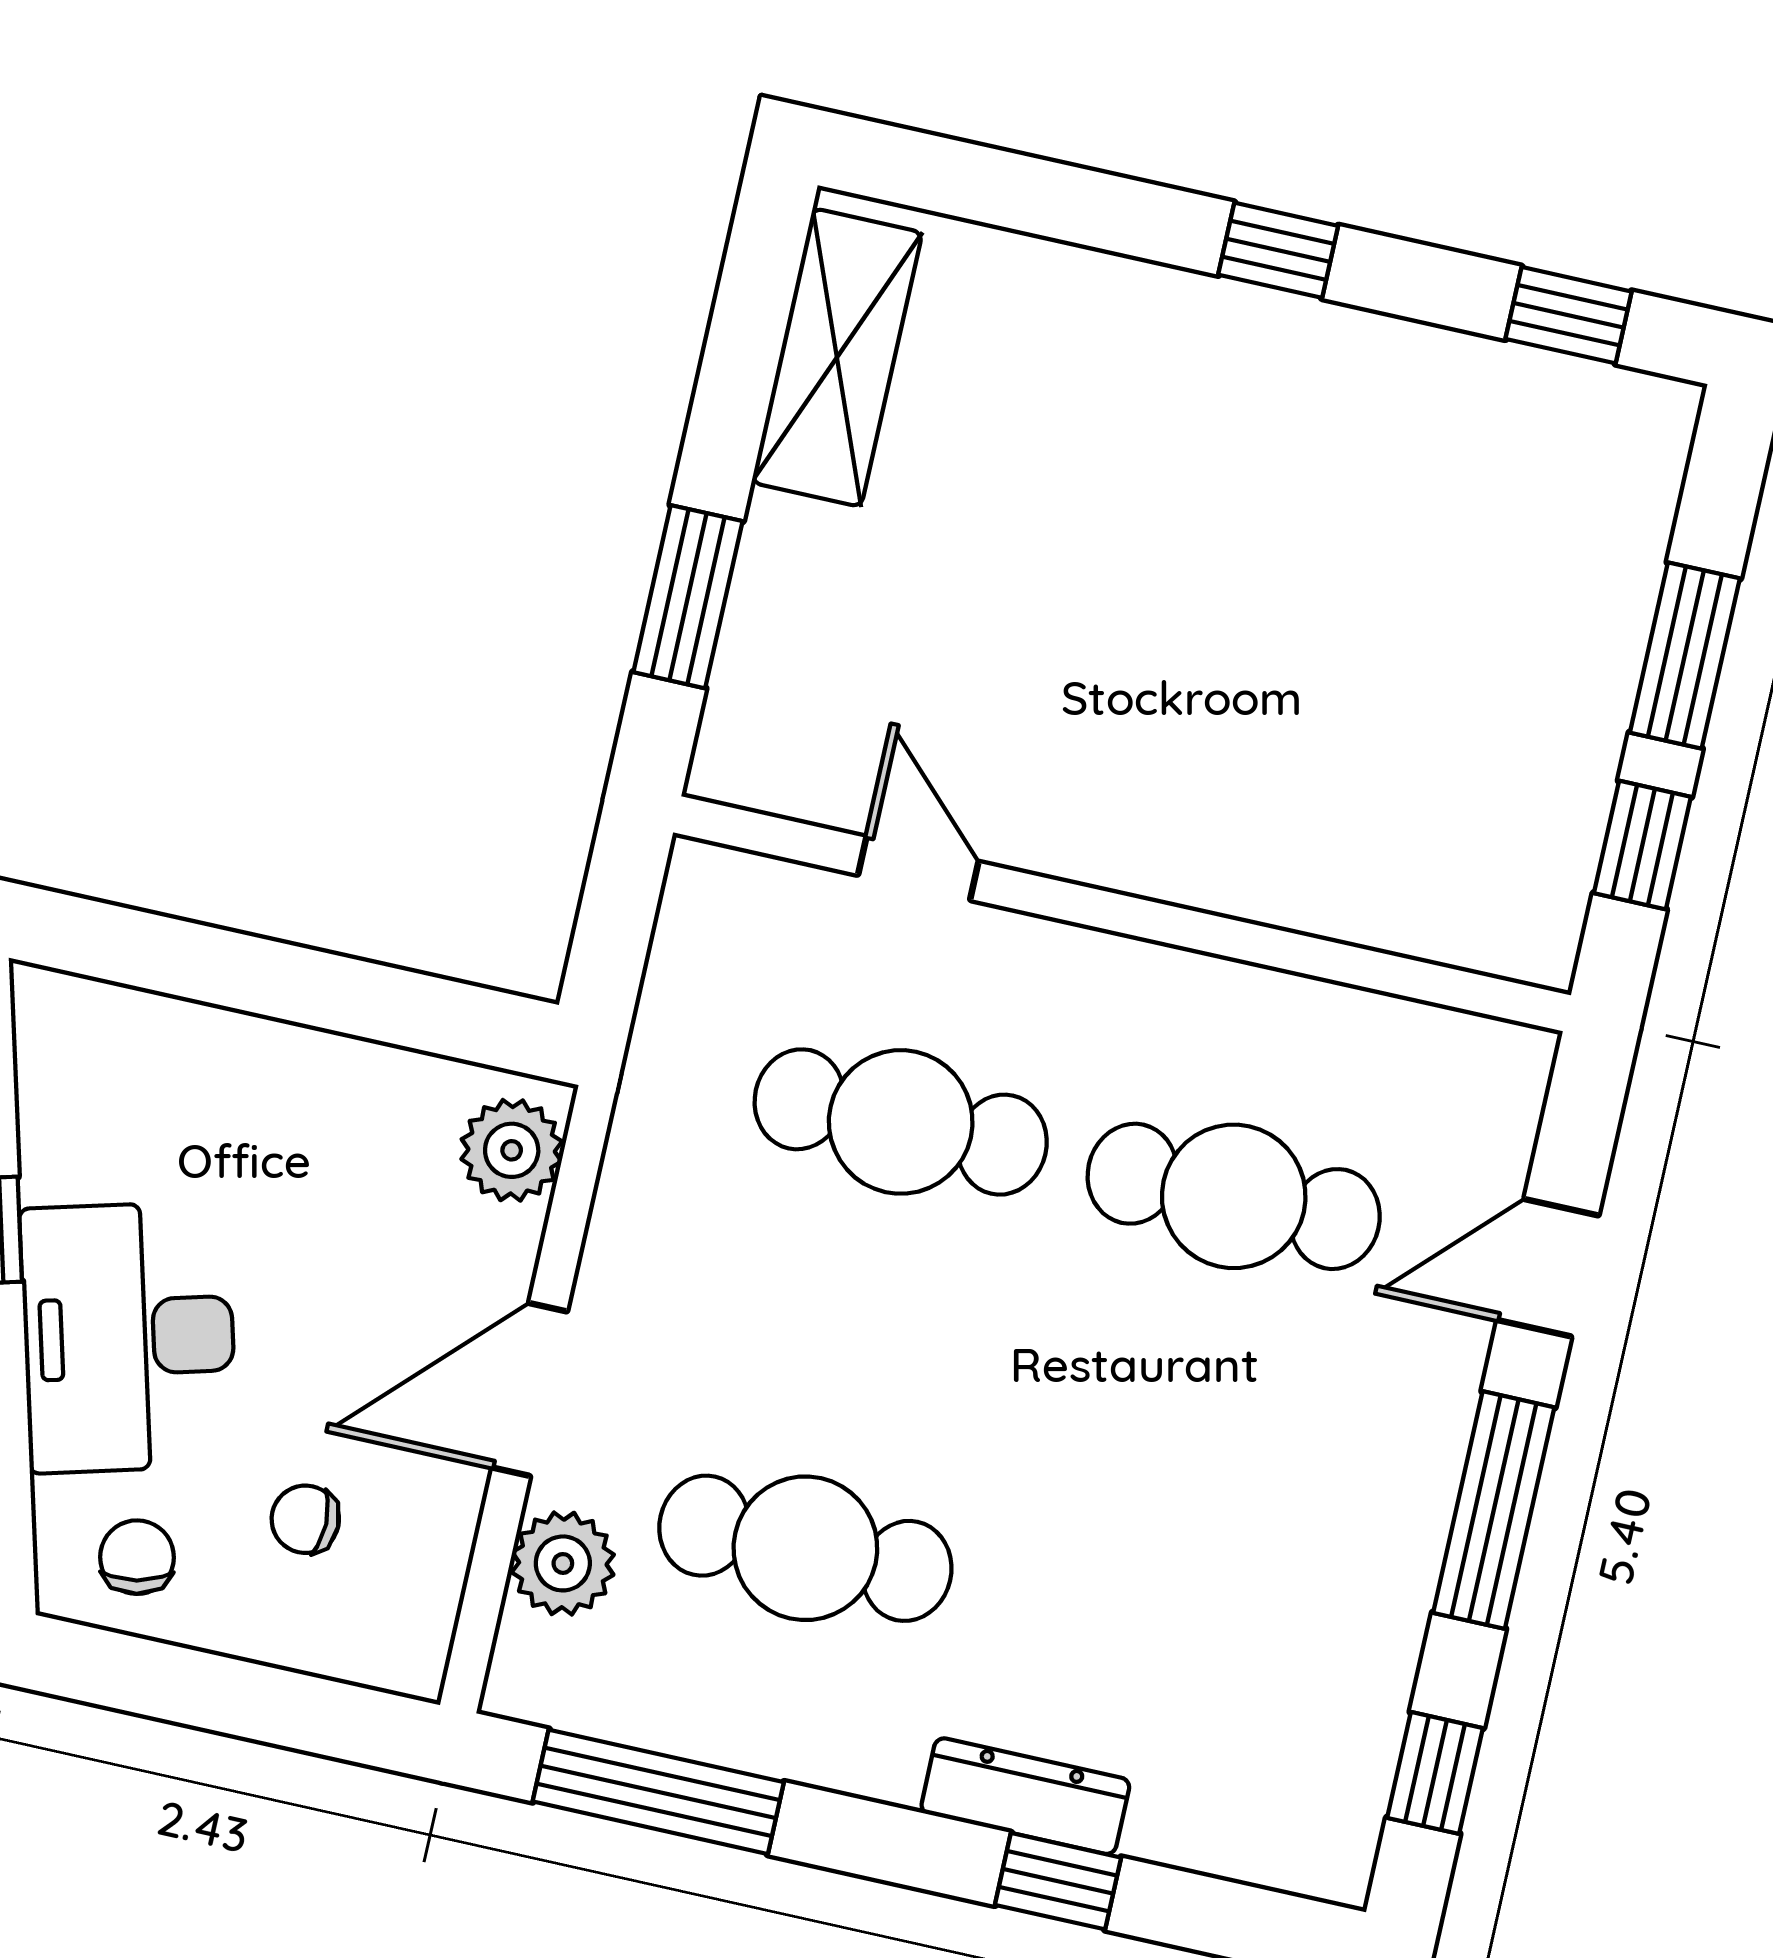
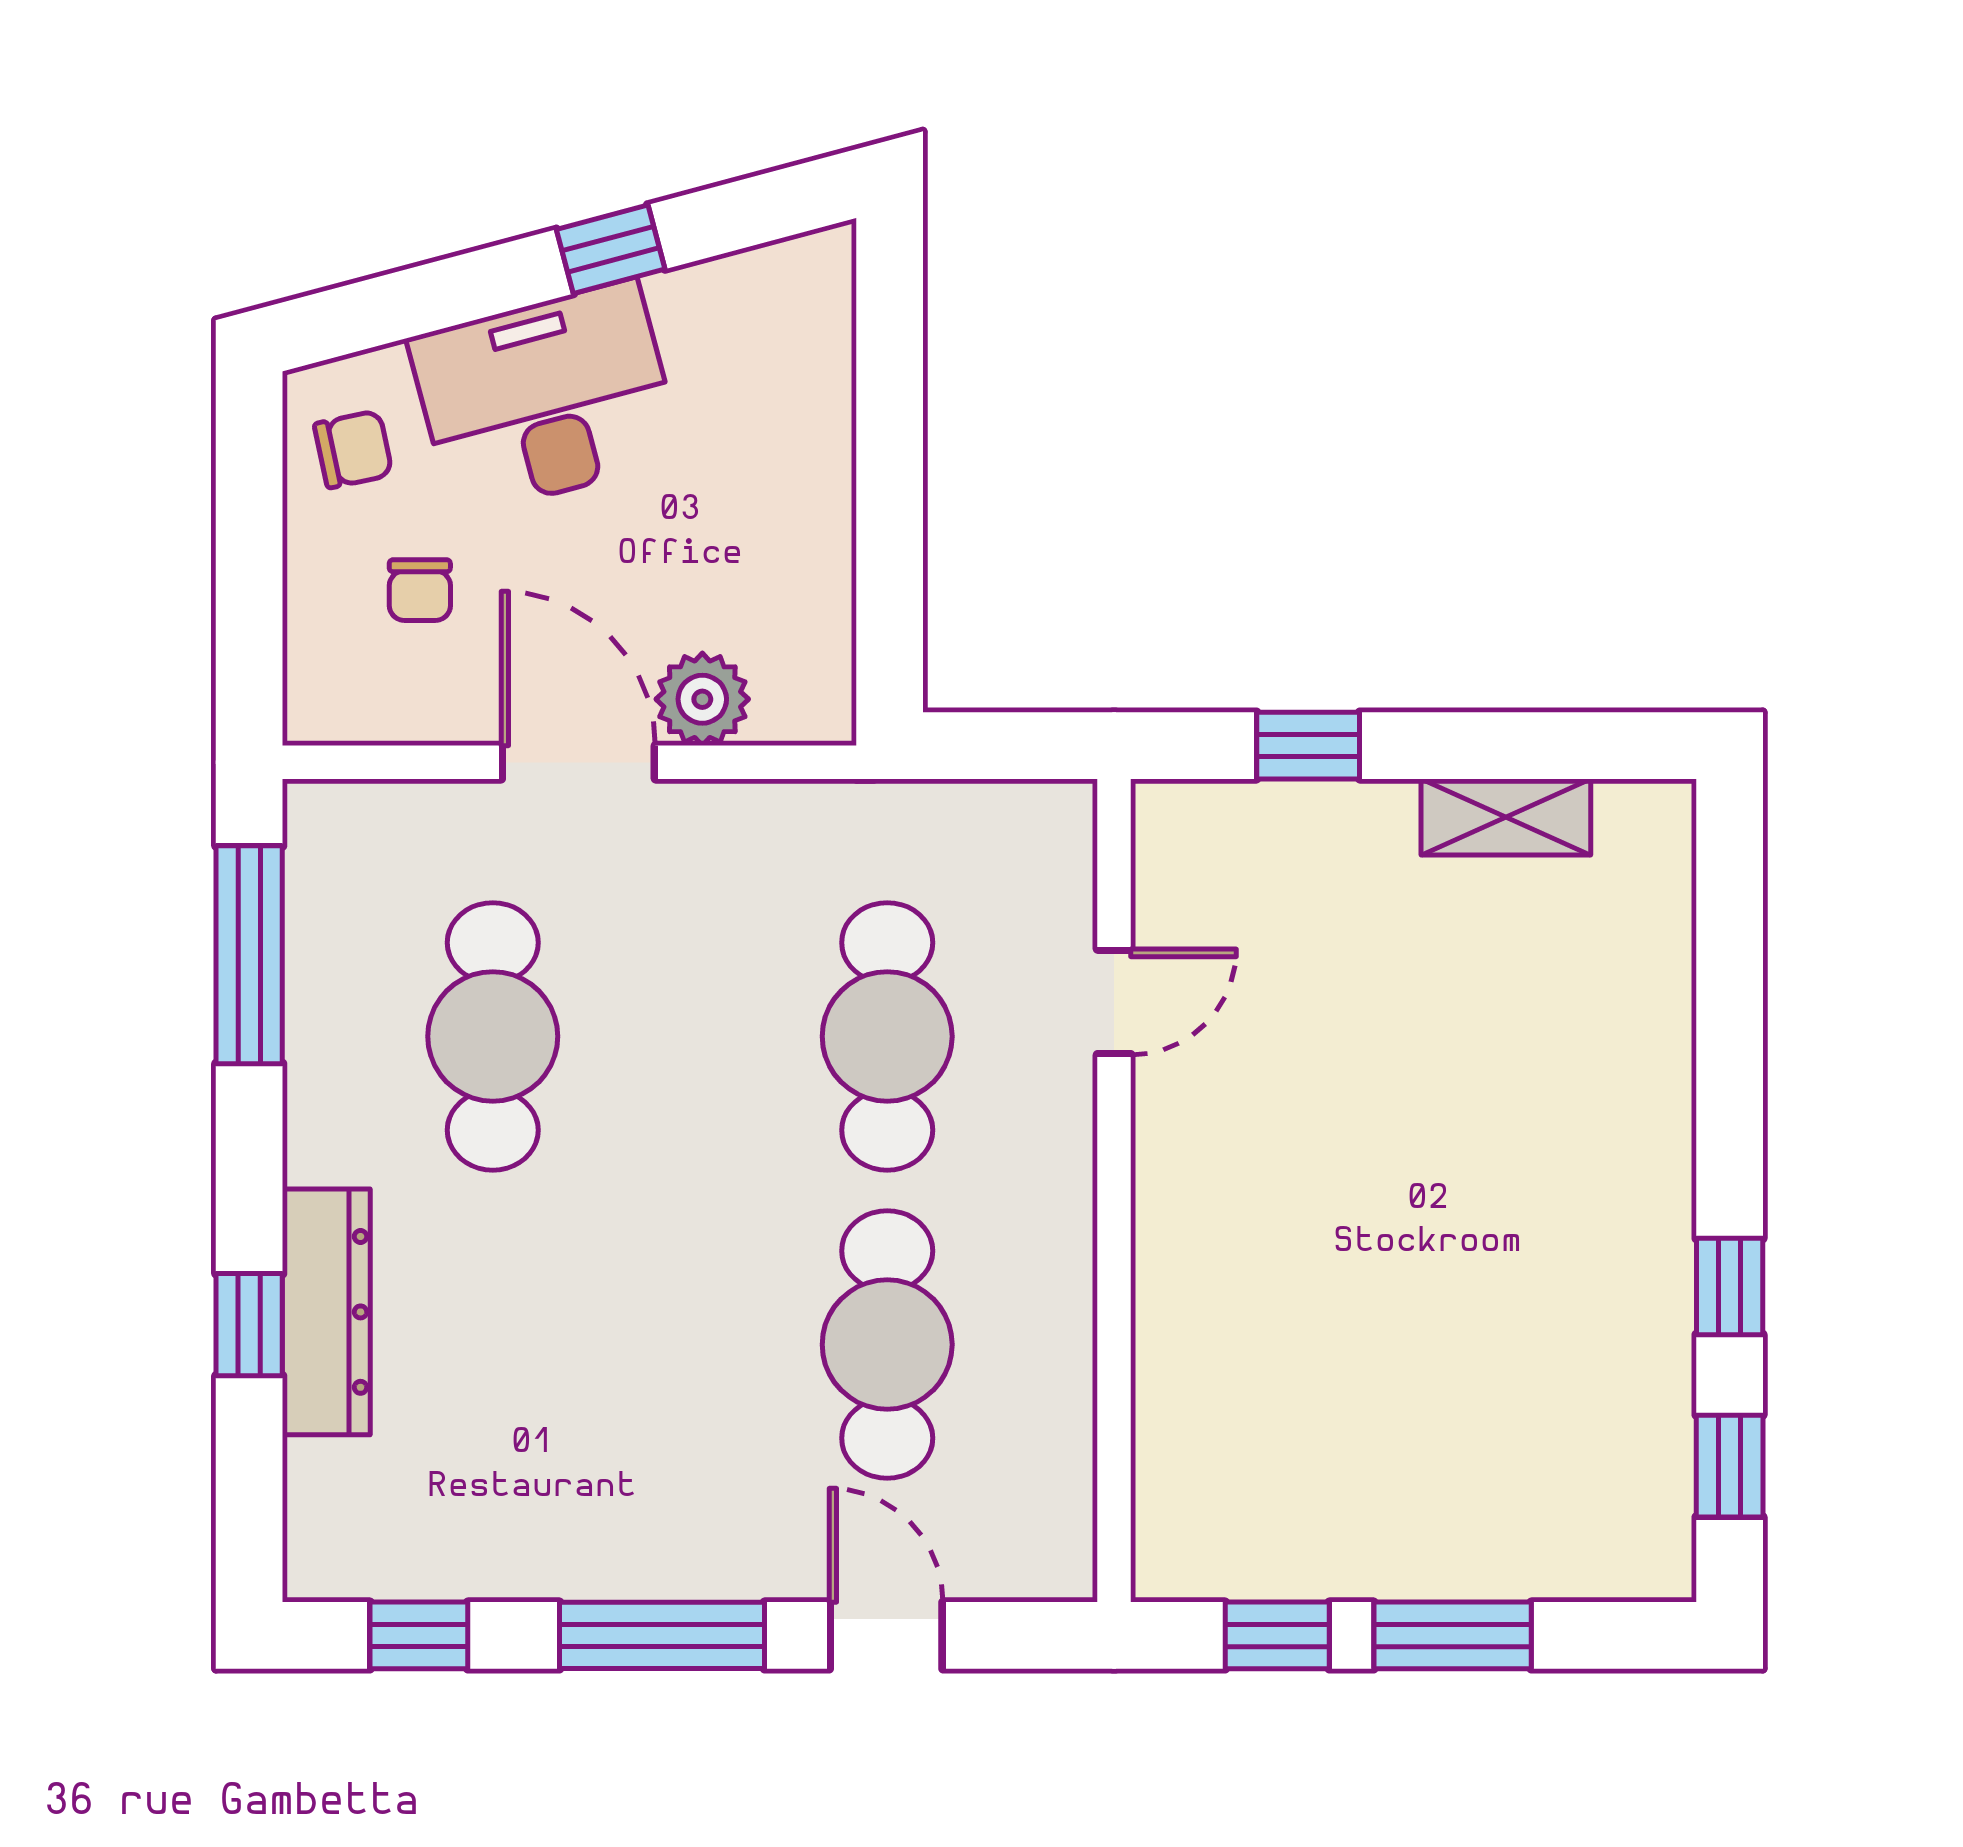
window: (1278, 250) -> (1730, 1286), moved
shelving: (837, 357) -> (1506, 817), width x0.67, depth x0.75
window: (688, 597) -> (1308, 746), width x0.67
plant: (512, 1150) -> (702, 699), moved
chair: (305, 1519) -> (420, 590), turned 180
plant: (563, 1563) -> (432, 826), removed
dresser: (1025, 1796) -> (326, 1312), width x1.37, depth x1.24

